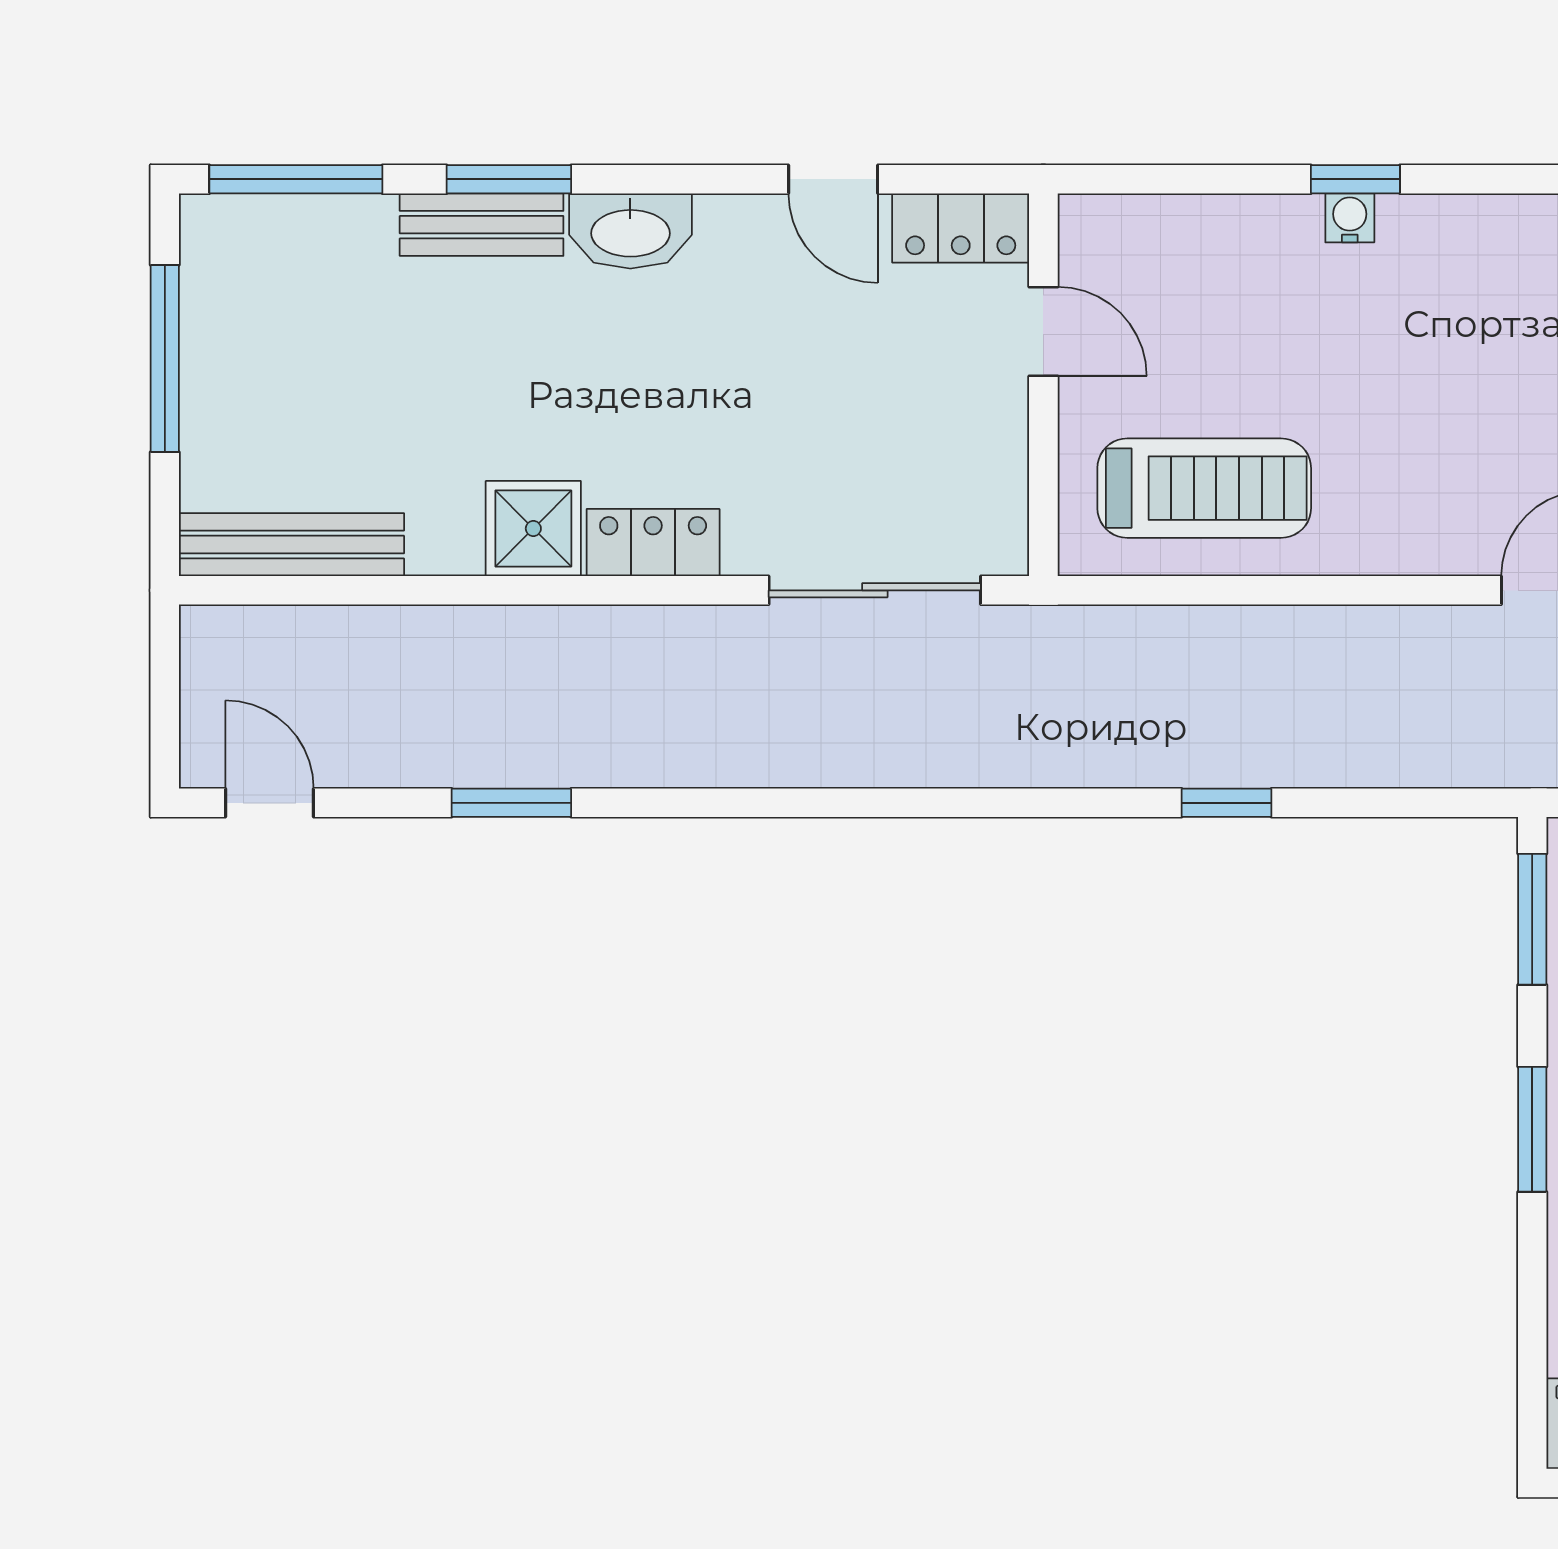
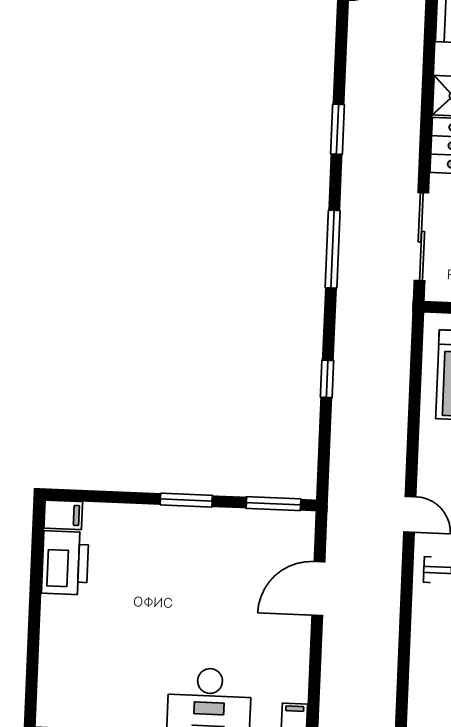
window: (511, 803) -> (338, 129), moved
window: (914, 803) -> (333, 249), added

